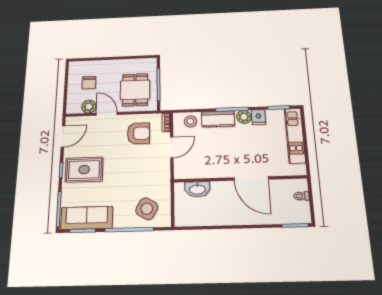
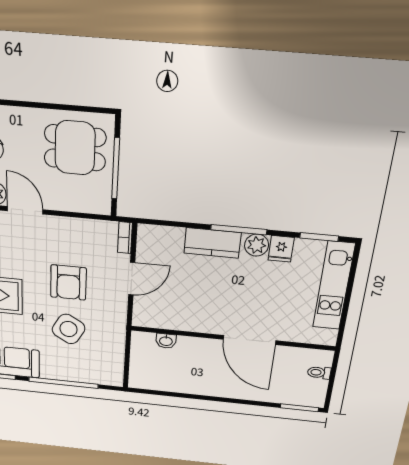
dining table: (135, 90) -> (75, 148), moved, turned 90
stool: (190, 121) -> (166, 241), removed
armchair: (139, 133) -> (68, 282), moved, turned 90
washbasin: (197, 189) -> (166, 341), width x0.52, depth x0.69
side table: (147, 209) -> (69, 329), moved

